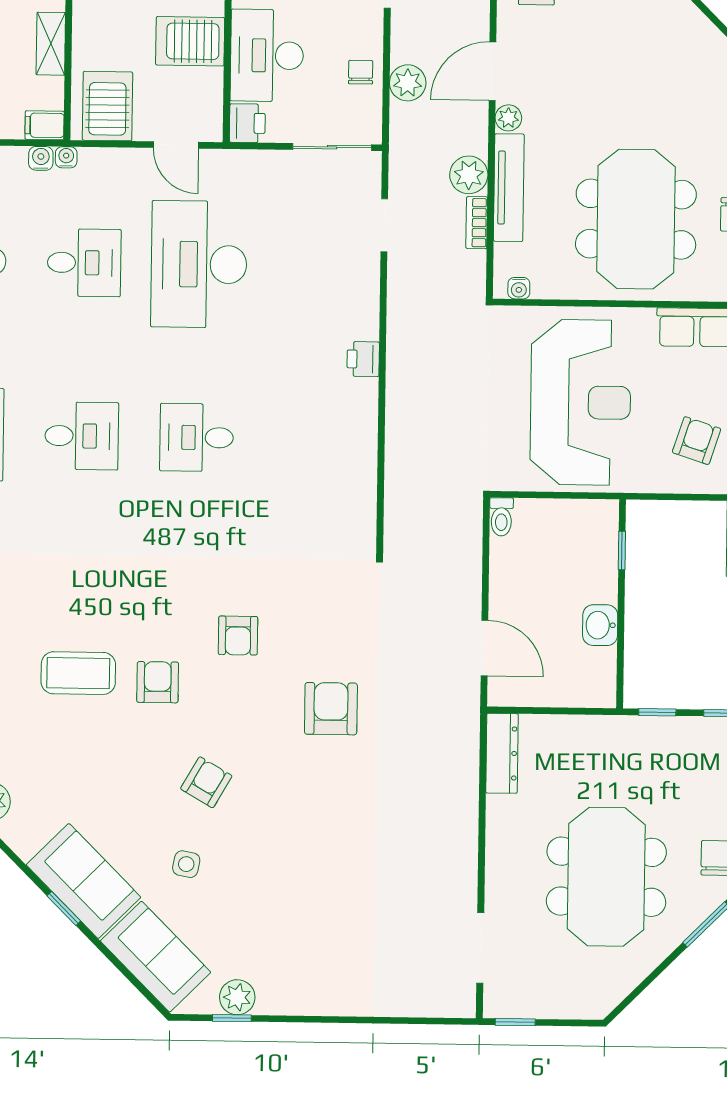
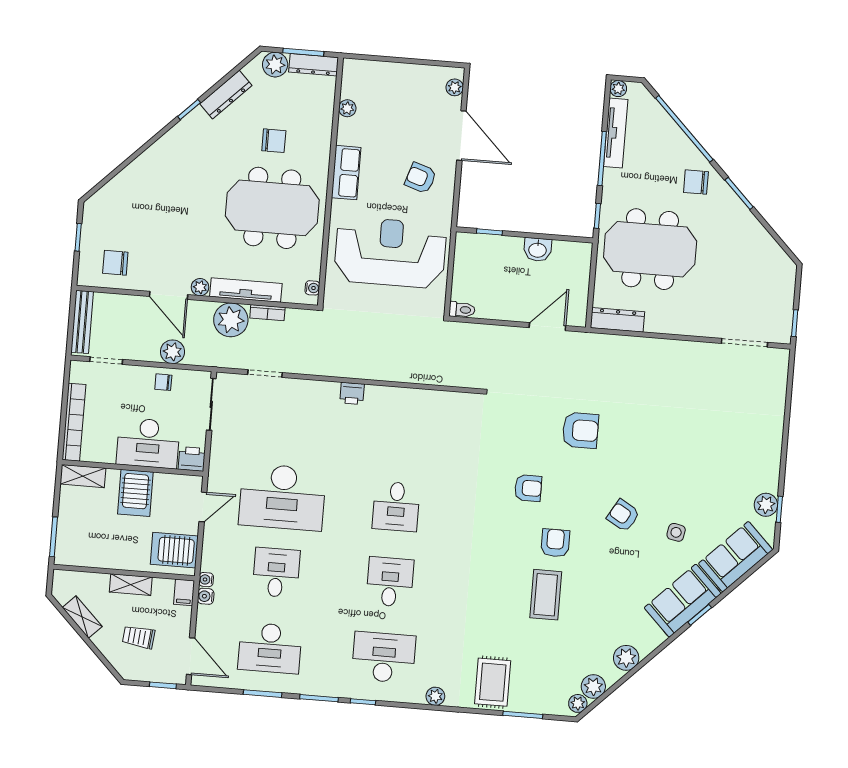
plant: (469, 175) -> (231, 320), width x1.36, depth x1.36
armchair: (158, 682) -> (555, 543), turned 90
armchair: (331, 709) -> (580, 430), turned 180
meeting table: (606, 877) -> (650, 249), moved

